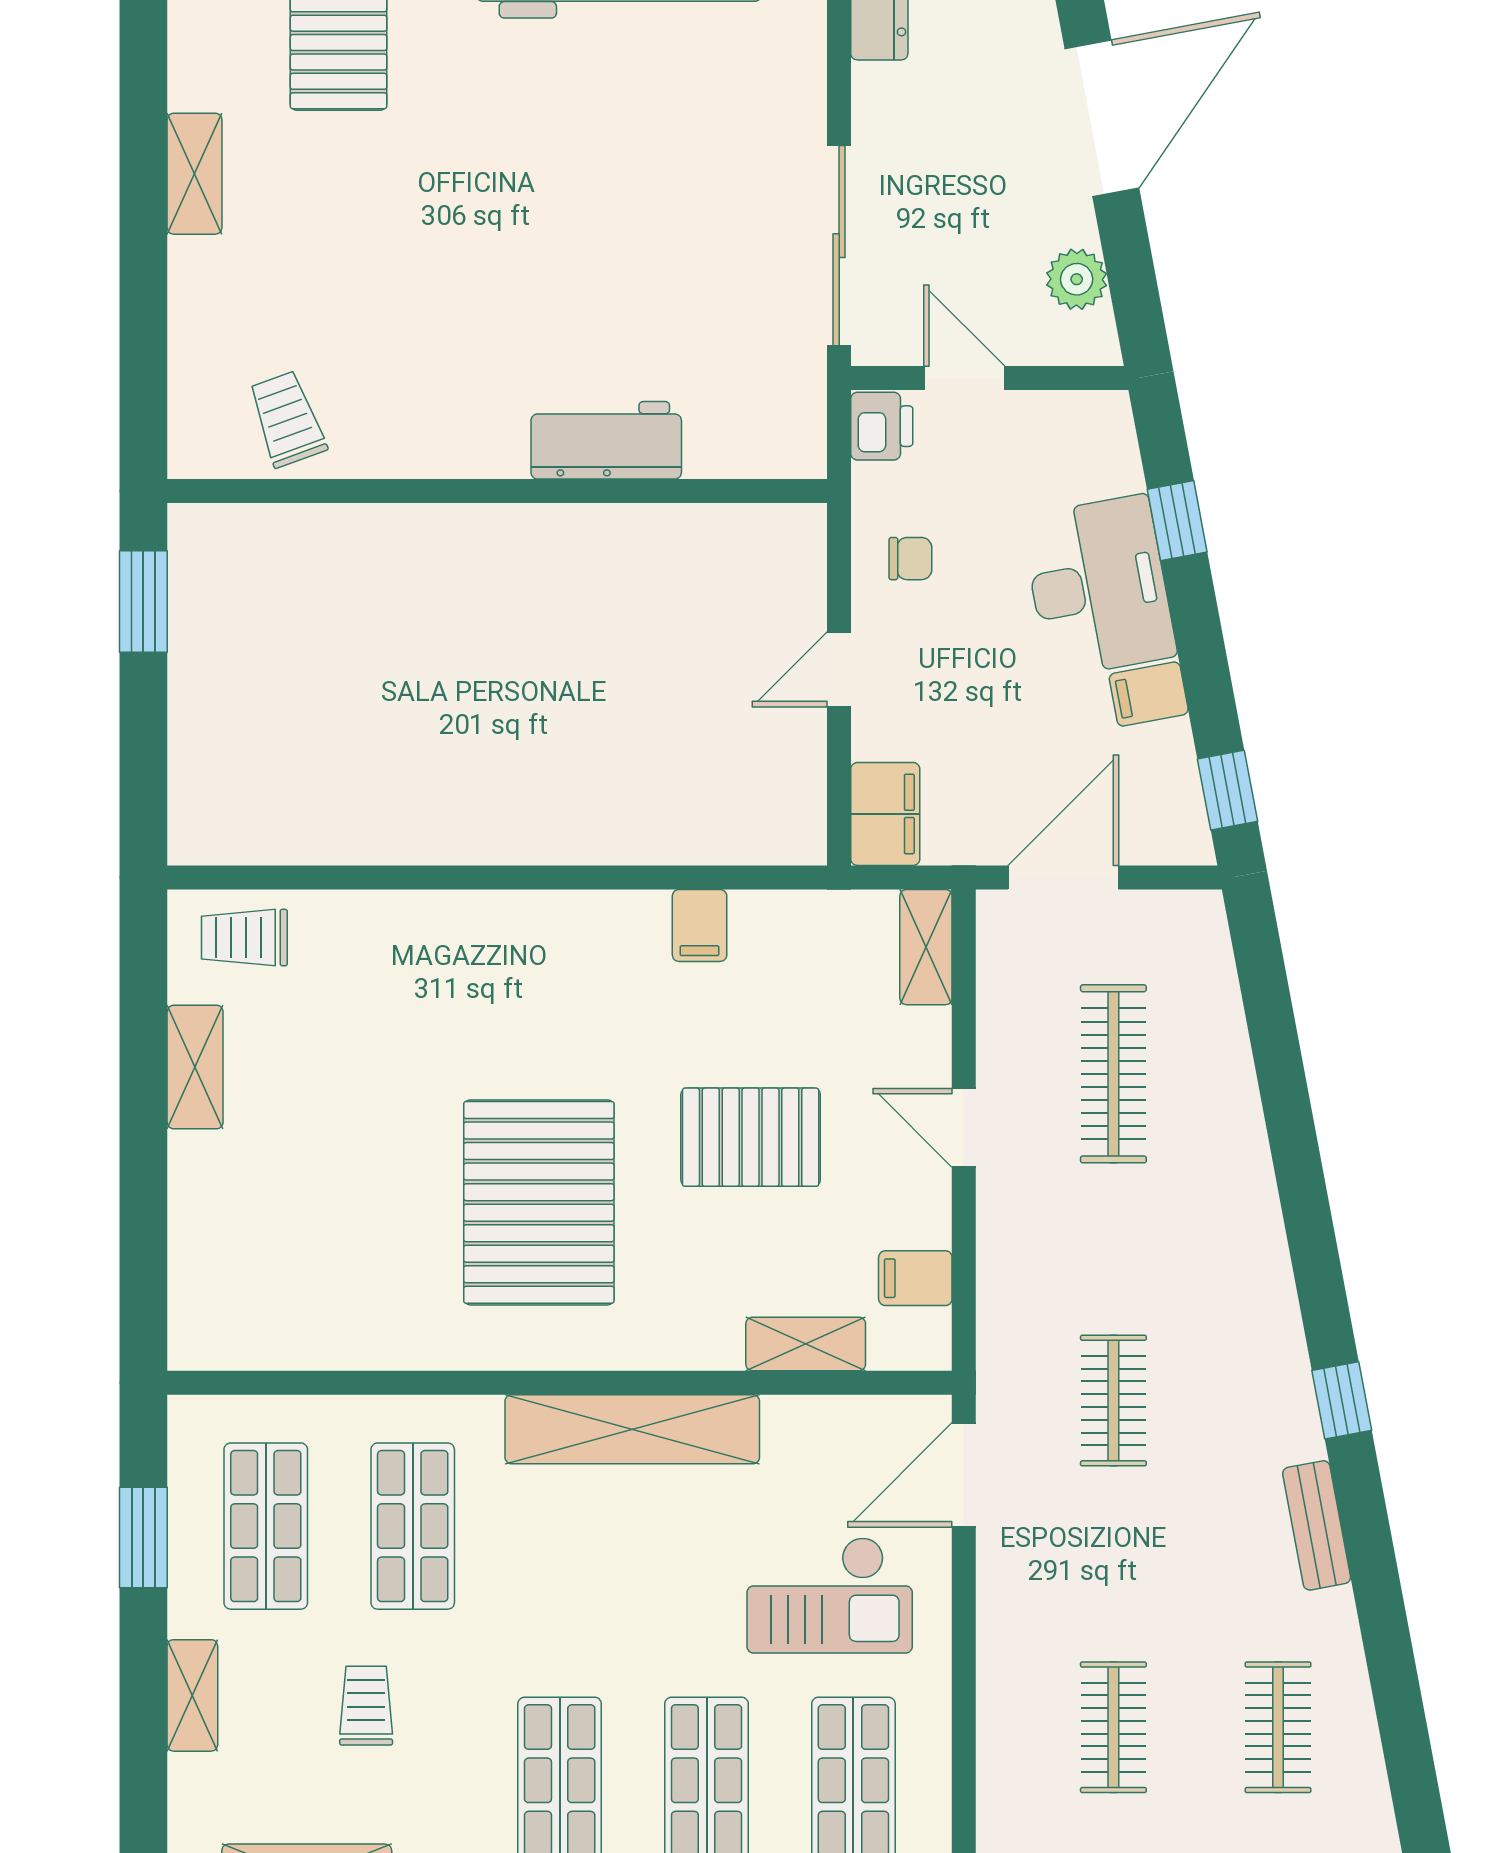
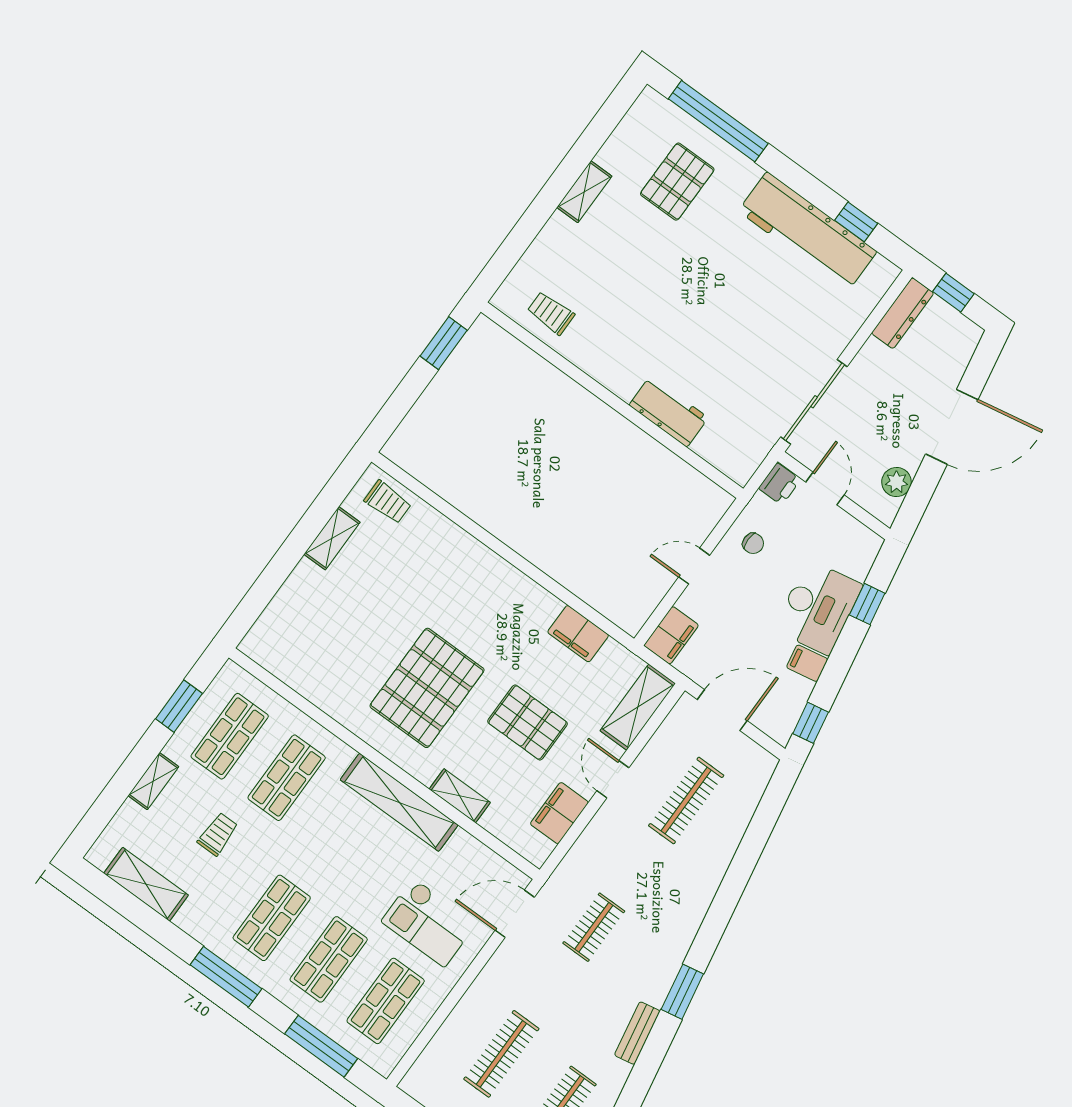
trolley: (287, 419) -> (551, 313), turned -70
filing cabinet: (700, 925) -> (578, 634), width x2.00
trolley: (244, 938) -> (388, 502), turned 180
shelving: (926, 947) -> (638, 707), width x1.50, depth x1.33
filing cabinet: (915, 1278) -> (559, 813), width x2.00
shelving: (806, 1344) -> (460, 796), moved
window: (1342, 1400) -> (682, 992), width x1.50
clothes rail: (1113, 1727) -> (501, 1054), width x1.36

